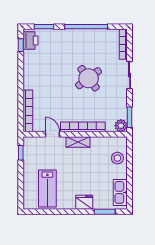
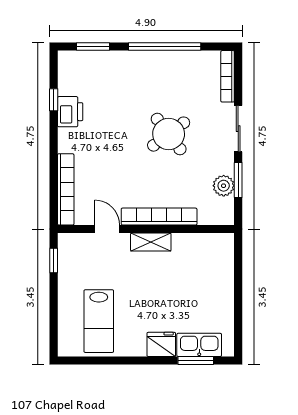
printer: (30, 40) -> (70, 112), moved
window: (21, 45) -> (54, 100), moved
window: (130, 117) -> (238, 180), moved
plant: (121, 126) -> (224, 186), moved
stool: (117, 158) -> (218, 269), removed
kitchen sink: (120, 192) -> (199, 345), moved, turned 90

